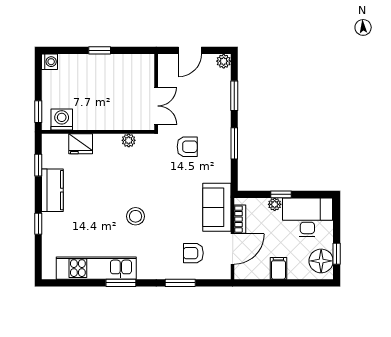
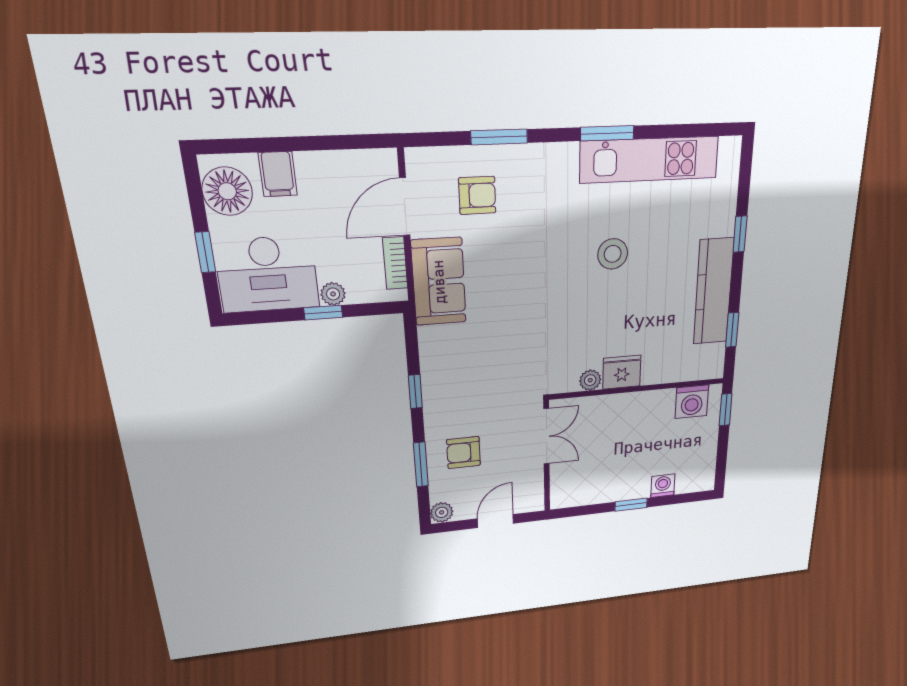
washing machine: (50, 62) -> (663, 486), moved, turned 90
double door: (156, 106) -> (546, 436), swing flipped
window: (234, 143) -> (415, 391), width x0.67
fridge: (81, 144) -> (622, 372), moved
armchair: (187, 147) -> (463, 453), moved
kitchen counter: (52, 190) -> (713, 292), width x1.50
stool: (136, 216) -> (613, 254), moved
window: (337, 254) -> (205, 252), moved
filing cabinet: (278, 268) -> (278, 174), moved

